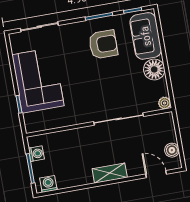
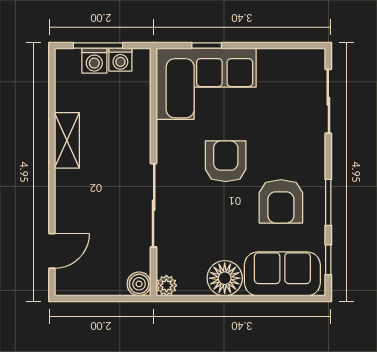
corner sofa: (38, 80) -> (206, 84), moved
armchair: (85, 81) -> (226, 161), added
boiler: (172, 150) -> (139, 284), moved
shelving: (110, 173) -> (67, 140), moved
washing machine: (48, 184) -> (94, 61), moved, turned 90

